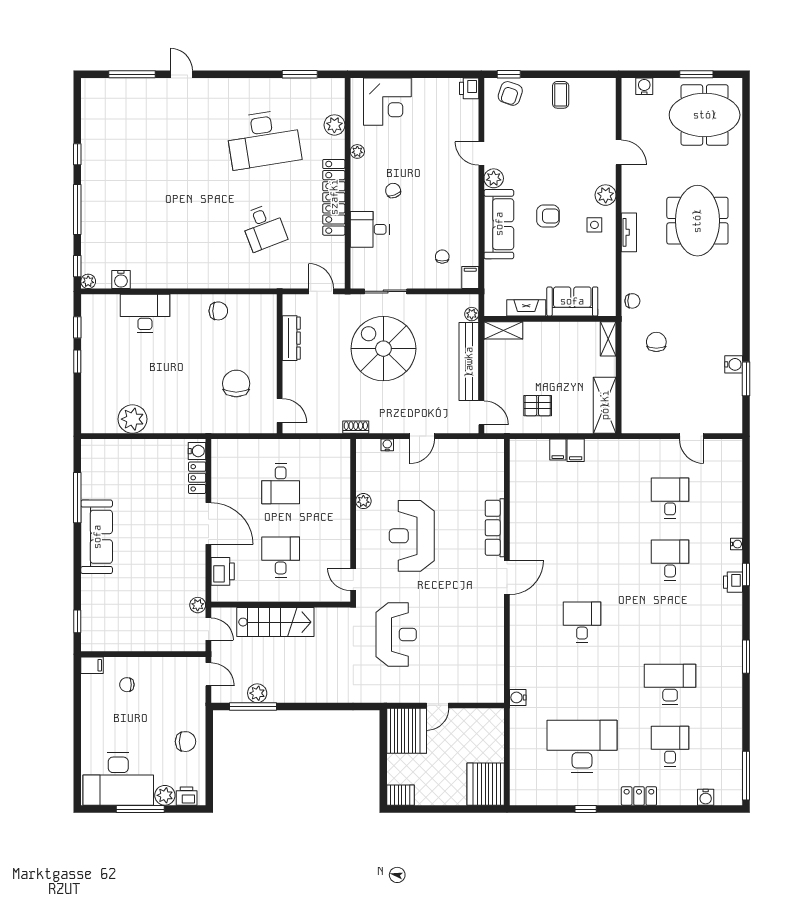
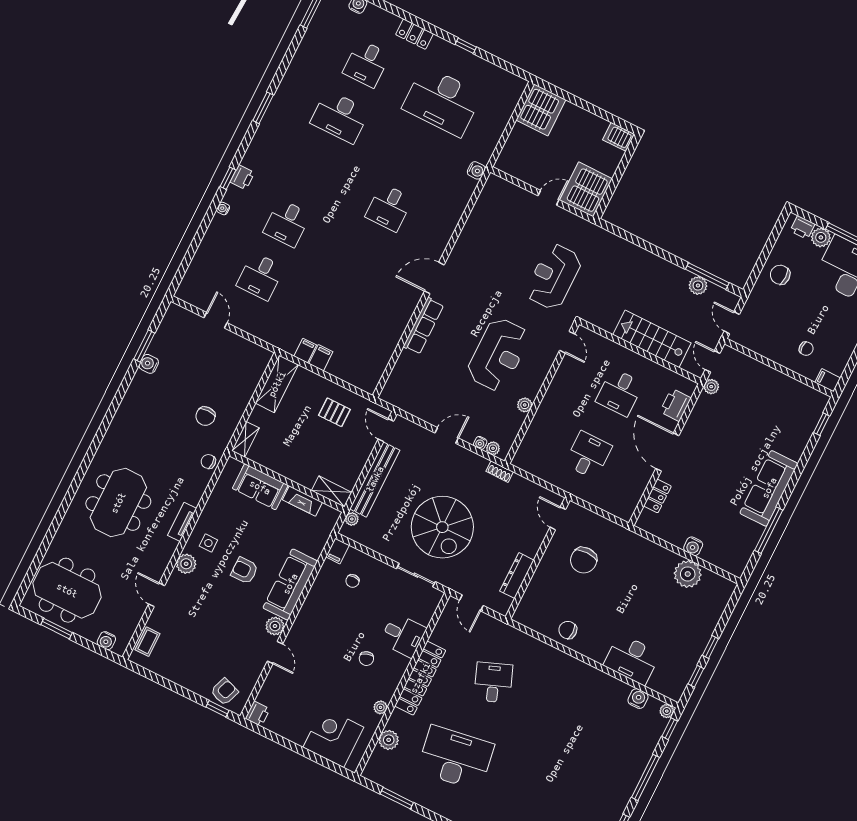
coffee table: (561, 95) -> (148, 642), moved
plant: (373, 446) -> (493, 448), added
filing cabinet: (558, 450) -> (305, 351), moved
water cooler: (197, 451) -> (693, 546), moved, turned -90

